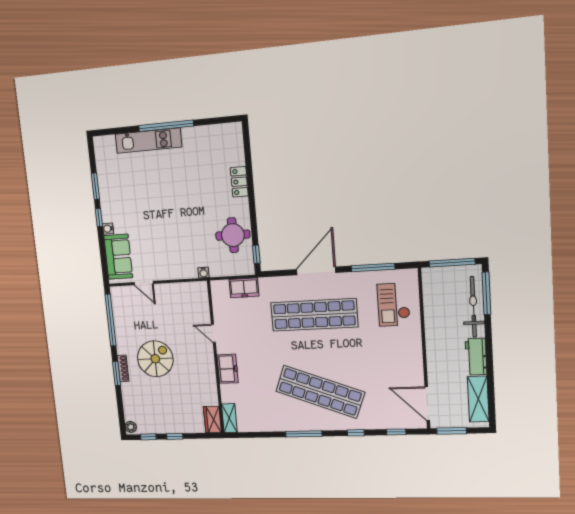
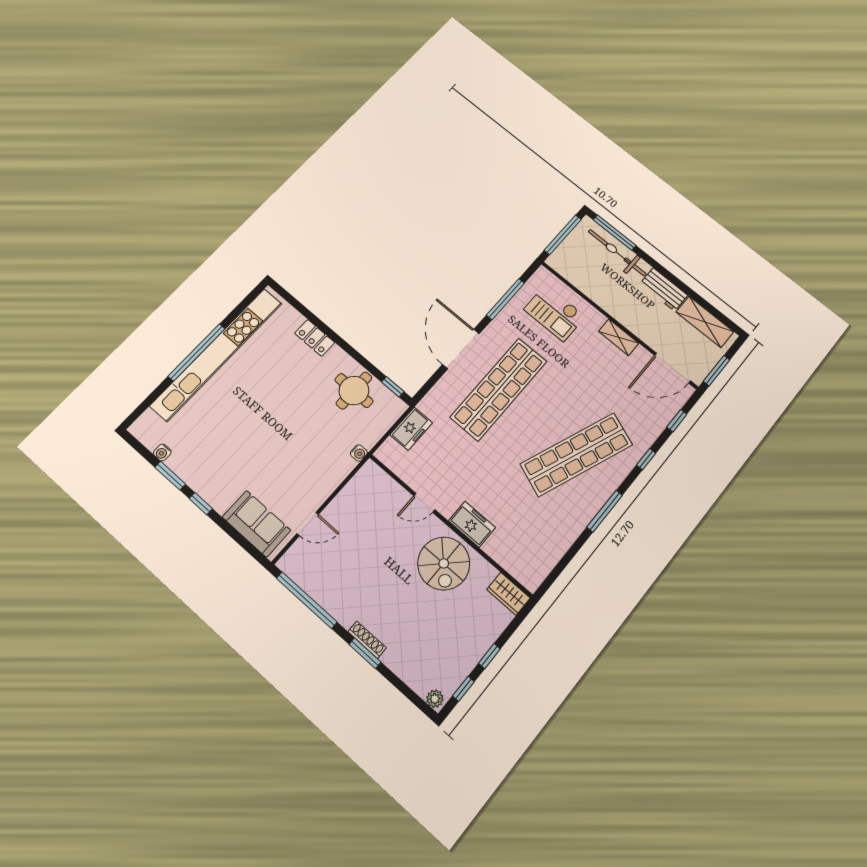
kitchen unit: (148, 141) -> (217, 354), width x1.86
water cooler: (108, 229) -> (162, 452), moved
spiral stairs: (155, 359) -> (444, 563), moved, turned 180
shelving: (229, 418) -> (619, 337), moved

